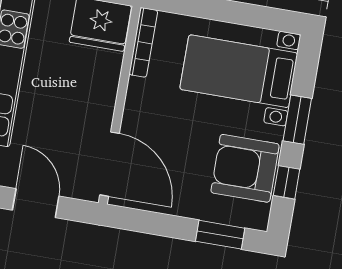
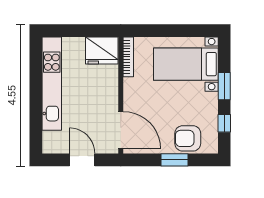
armchair: (245, 168) -> (188, 138), moved, width x0.73, depth x0.73
window: (220, 235) -> (175, 160), moved

